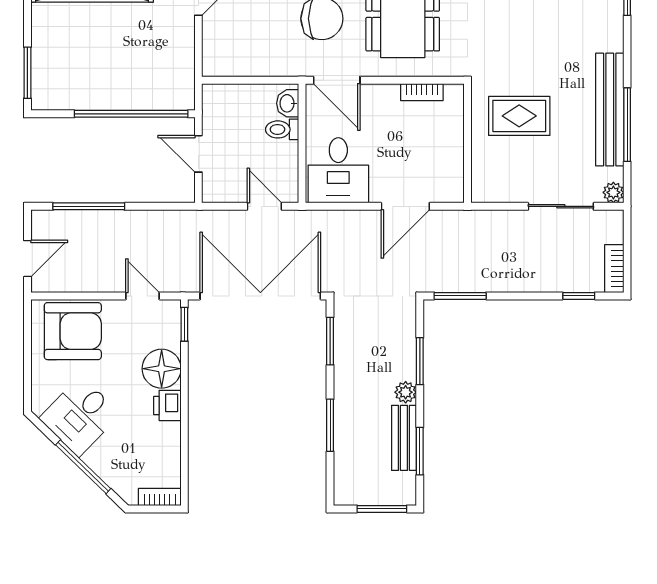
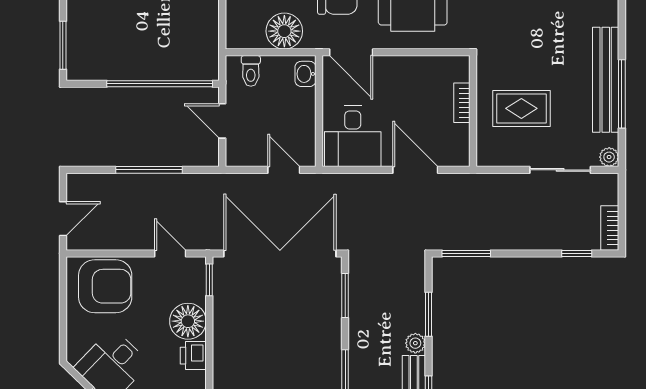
floor lamp: (265, 57) -> (284, 31), added
bookcase: (422, 92) -> (462, 103), moved, turned 90
rug: (519, 116) -> (521, 108), moved
toilet: (282, 129) -> (251, 71), moved, turned -90
window: (89, 206) -> (149, 170), moved
door: (405, 206) -> (415, 170), swing flipped

